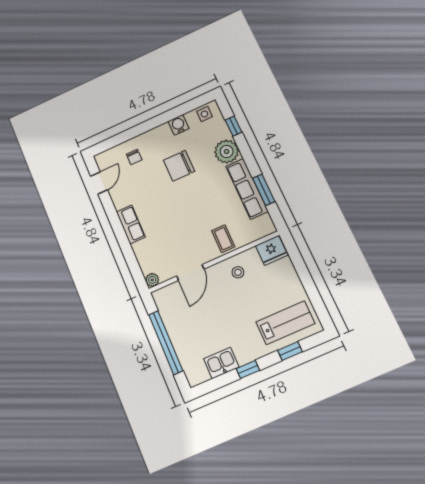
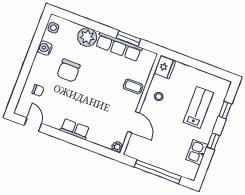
window: (233, 126) -> (77, 19), removed
lab bench: (285, 323) -> (198, 107), moved

